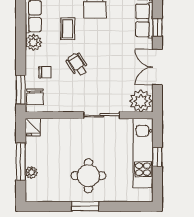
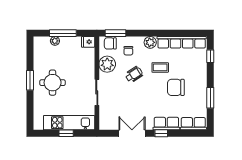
plant: (141, 101) -> (107, 64), moved

